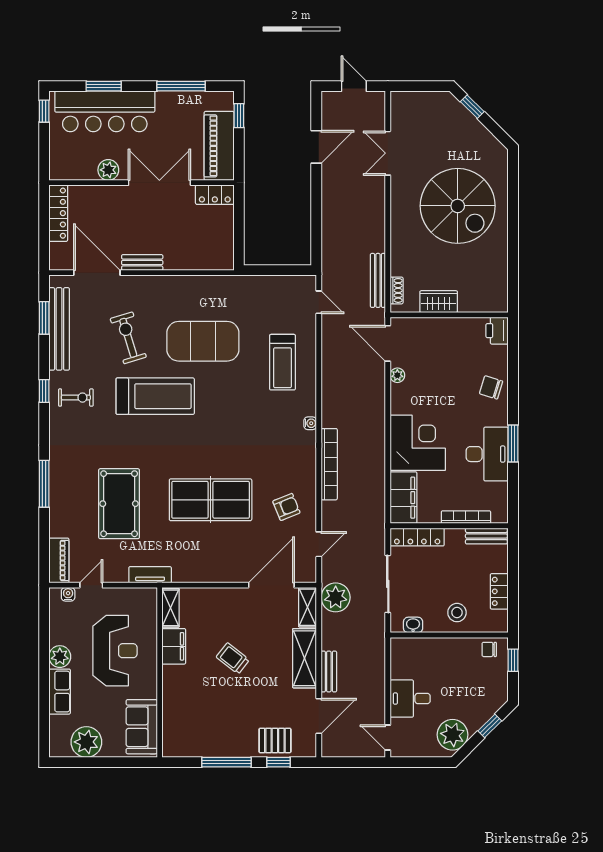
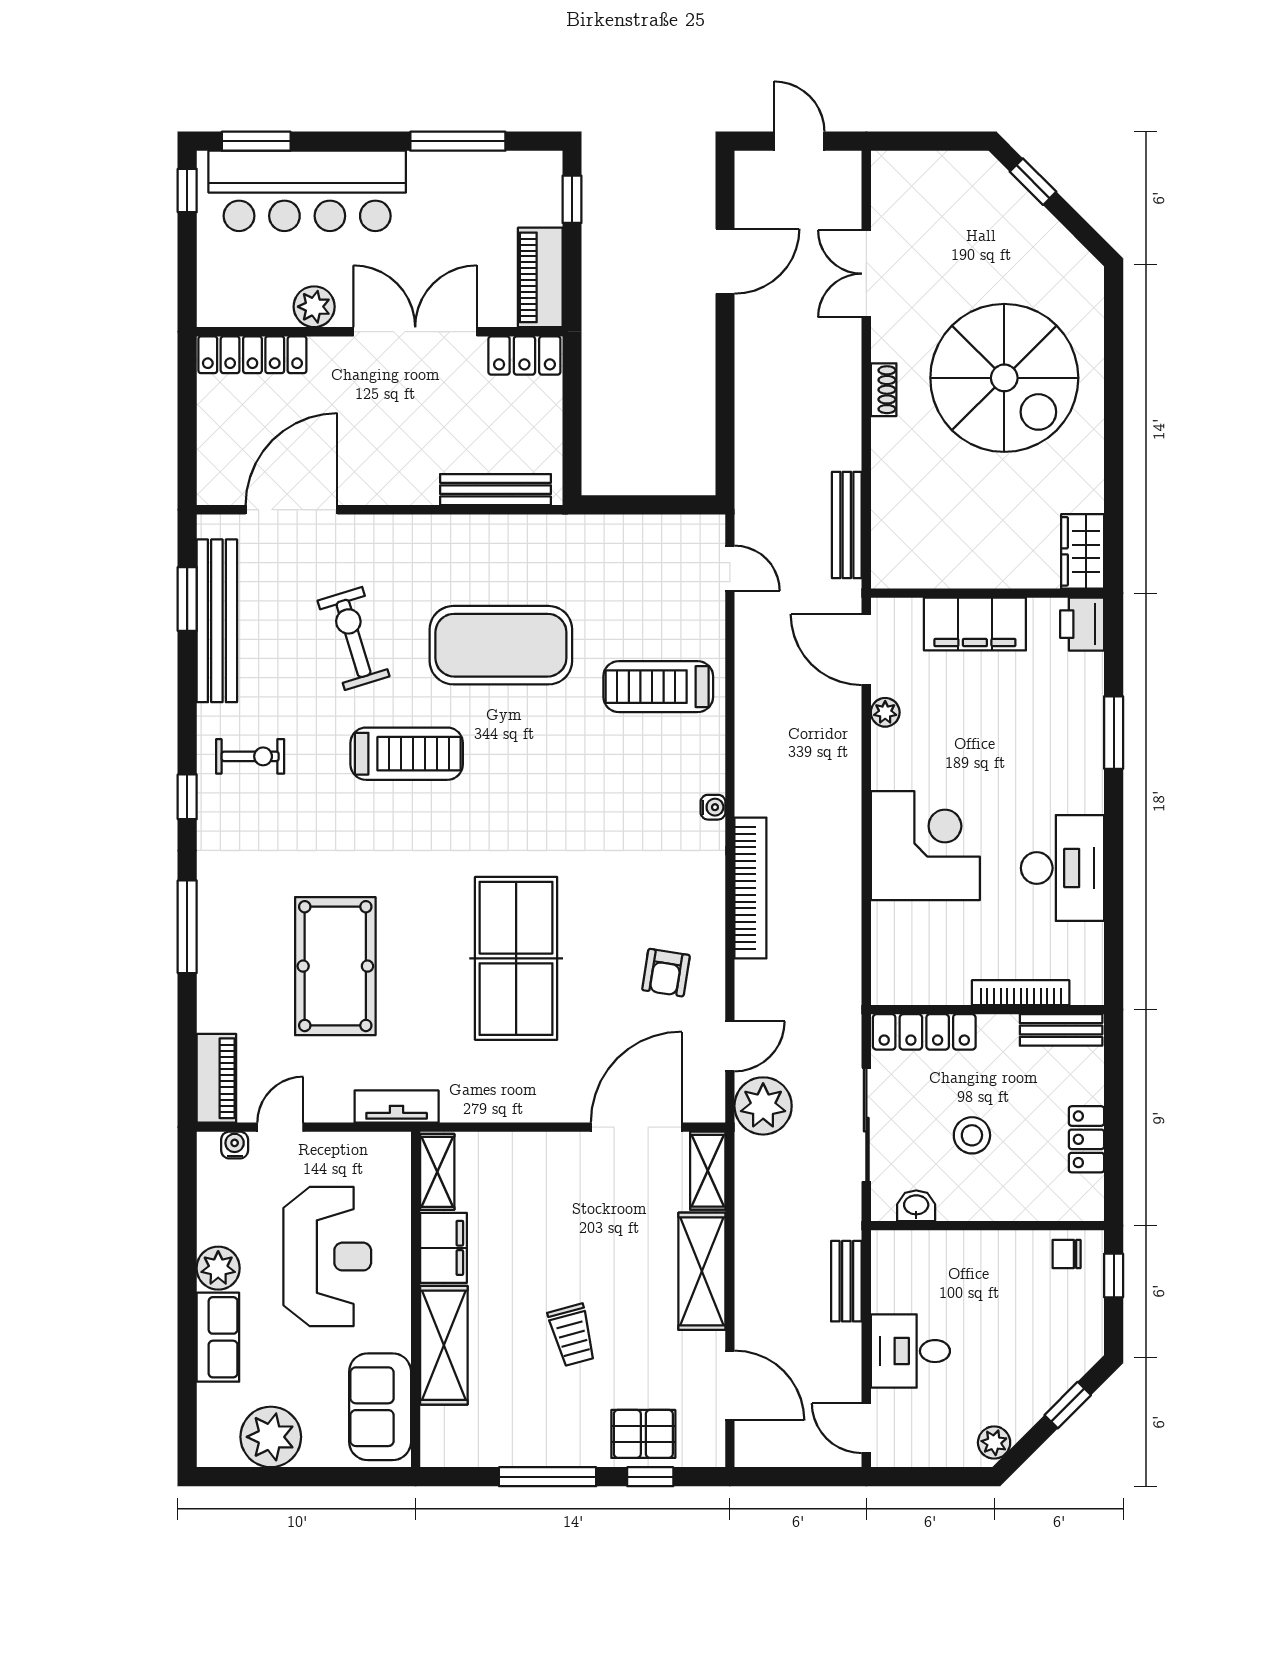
window: (104, 86) -> (256, 141), moved
piano: (219, 146) -> (540, 277), width x0.73, depth x0.75
locker: (58, 213) -> (252, 355), moved, turned 90
bench: (142, 263) -> (495, 490), moved, width x1.36
door: (97, 273) -> (292, 510), hinge flipped
shoe rack: (397, 290) -> (884, 390), moved
wardrobe: (439, 302) -> (1083, 551), moved, turned -90
treadmill: (282, 362) -> (658, 687), turned 90
chair: (491, 387) -> (1070, 736), removed
window: (44, 391) -> (187, 797), moved
treadmill: (155, 396) -> (407, 754), width x0.73, depth x0.73
window: (513, 443) -> (1114, 733), moved
filing cabinet: (403, 498) -> (975, 624), moved, turned 90
table tennis table: (211, 500) -> (516, 958), turned 90
armchair: (286, 507) -> (666, 973), turned 121
plant: (336, 597) -> (763, 1106), moved
stool: (457, 613) -> (972, 1135), moved
trolley: (233, 658) -> (572, 1335), moved, turned -143
bench: (329, 672) -> (846, 1281), moved
shelving: (174, 696) -> (444, 1345), added
door: (319, 716) -> (730, 1386), hinge flipped
plant: (452, 735) -> (994, 1443), width x0.53, depth x0.53

